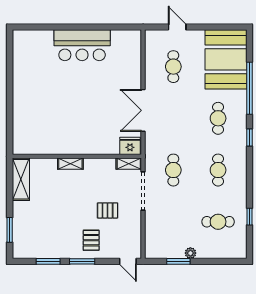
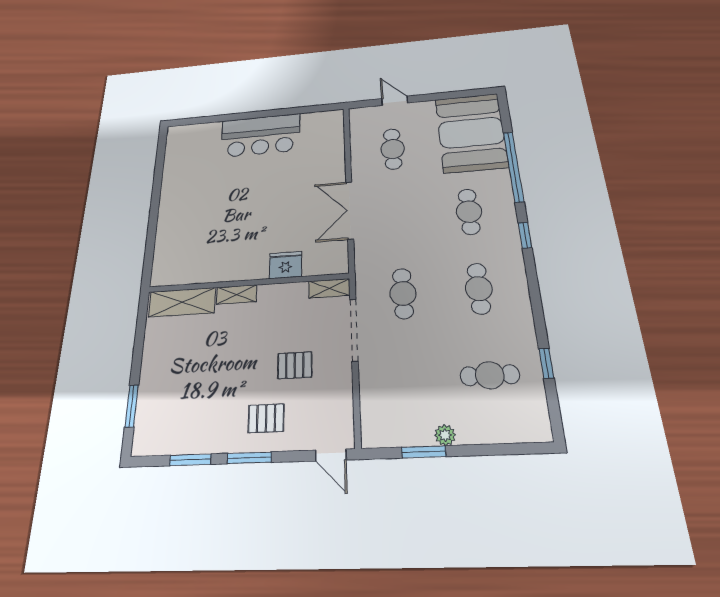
fridge: (130, 146) -> (286, 265), moved
shelving: (21, 179) -> (182, 302), moved, turned 90
pallet: (91, 240) -> (266, 418), turned 90

